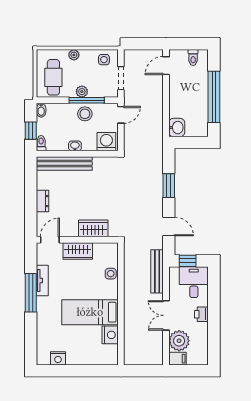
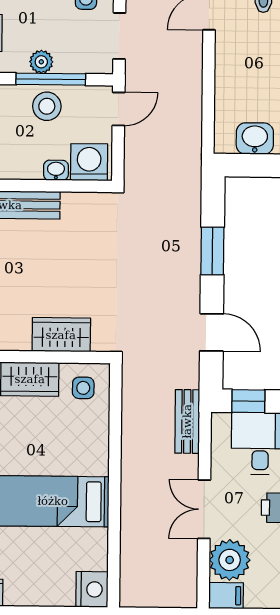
washbasin: (177, 128) -> (255, 139), moved, turned -90
washbasin: (75, 146) -> (56, 170), moved
bench: (157, 271) -> (187, 421), width x0.73
side table: (111, 274) -> (83, 388), moved
nightstand: (110, 335) -> (92, 589), moved

